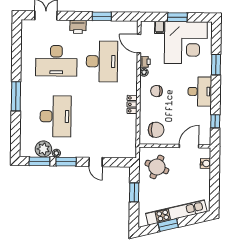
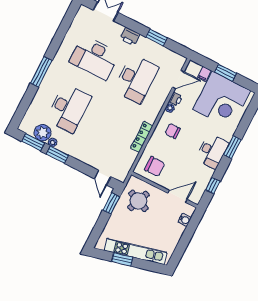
door: (139, 44) -> (178, 79), swing flipped
window: (216, 65) -> (232, 147), moved
locker: (132, 104) -> (142, 137), width x1.53
door: (96, 162) -> (103, 178), moved
window: (134, 192) -> (111, 203), moved

